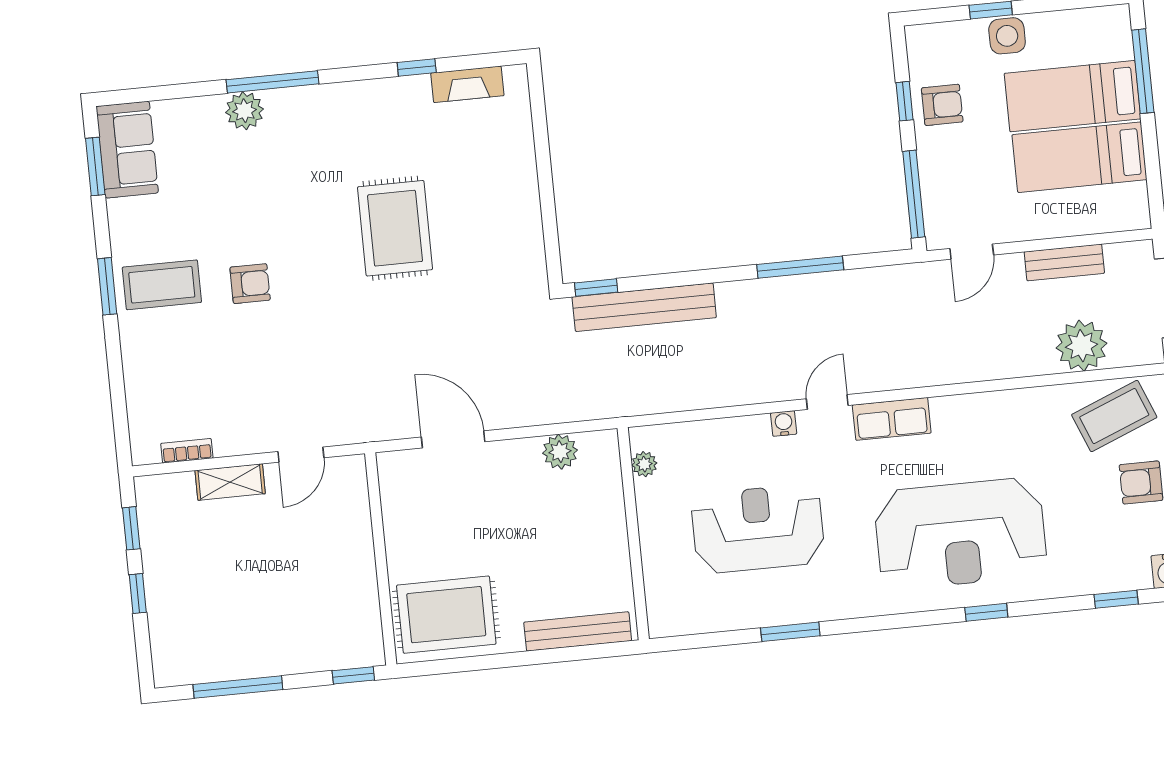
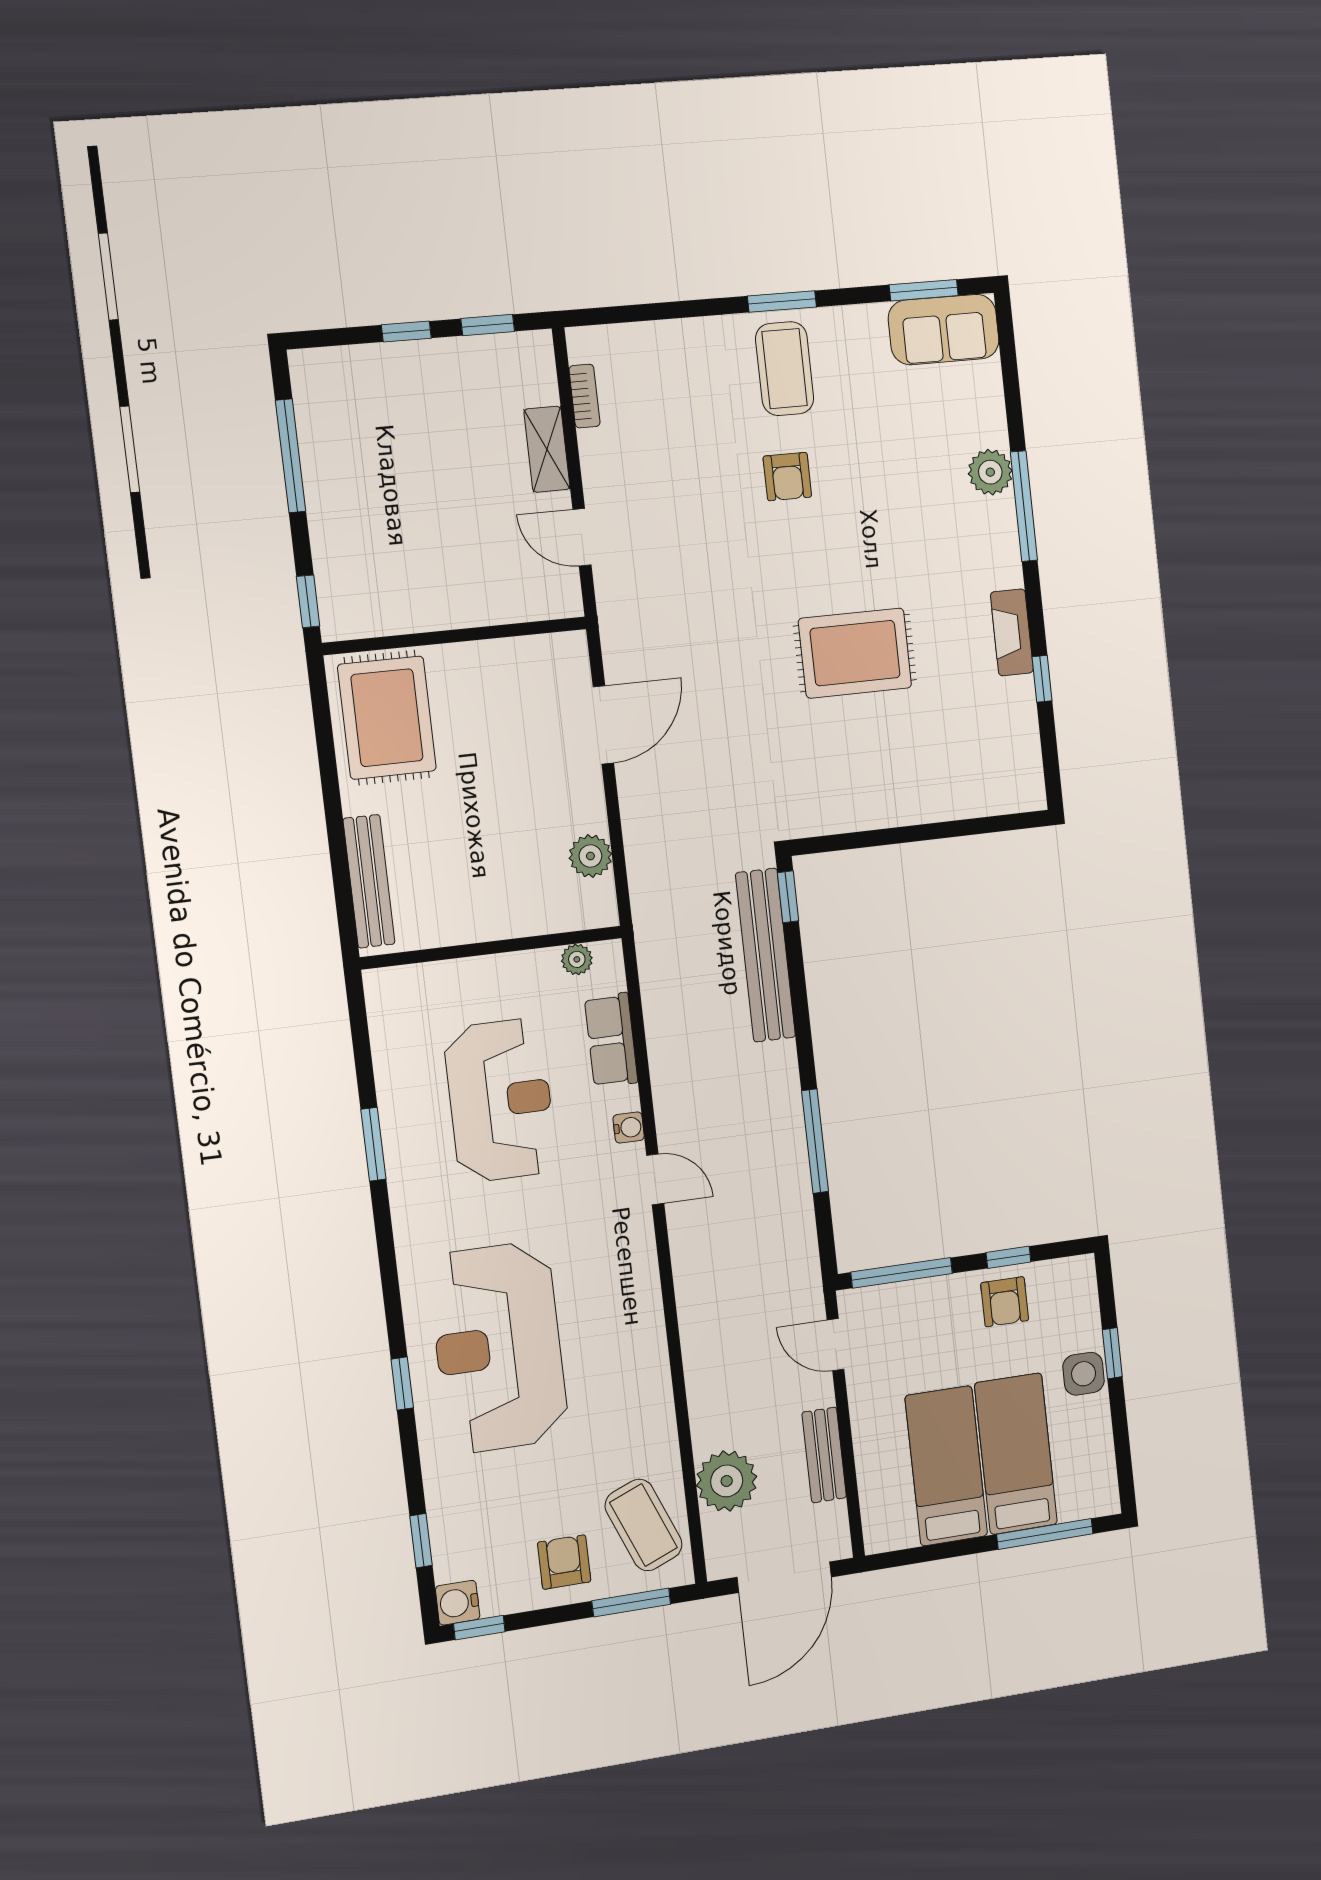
fireplace: (467, 84) -> (1012, 632), moved
row of seats: (892, 419) -> (611, 1040), moved

